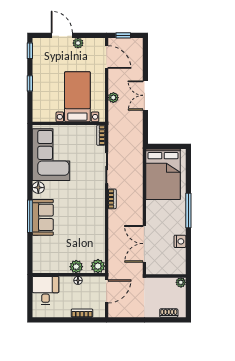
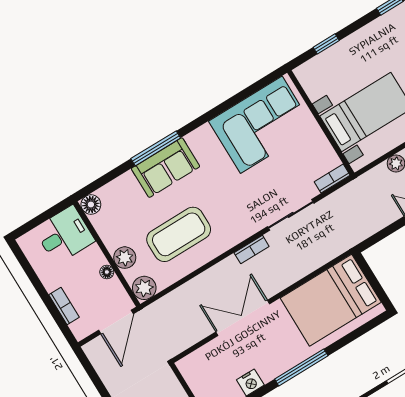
window: (30, 83) -> (326, 44), moved
floor lamp: (38, 188) -> (91, 204), moved
coffee table: (81, 232) -> (179, 234), added
double door: (144, 244) -> (243, 318), moved
door: (107, 291) -> (116, 322), hinge flipped

